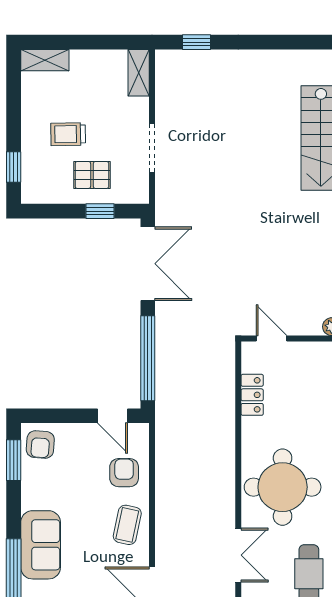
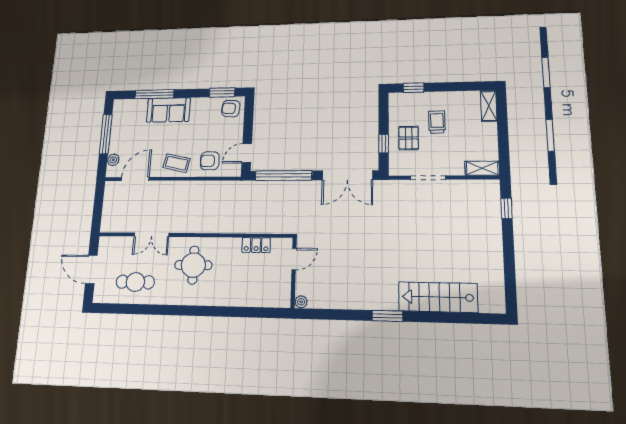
armchair: (124, 473) -> (210, 161), turned 180
round table: (283, 487) -> (193, 265), width x0.73, depth x0.73

